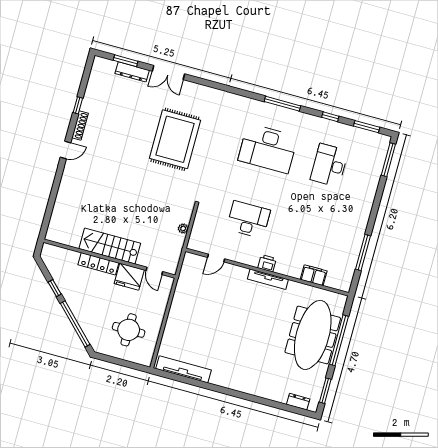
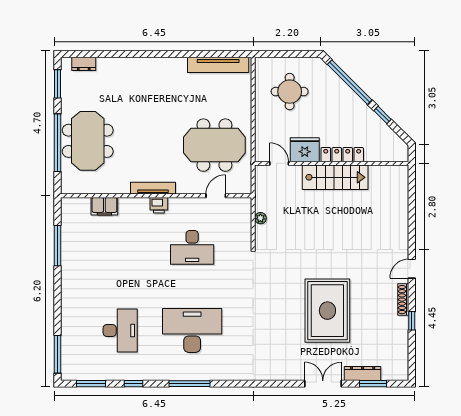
rug: (175, 139) -> (327, 311), moved
meeting table: (205, 302) -> (214, 145), added
meeting table: (313, 335) -> (88, 141), width x0.73

